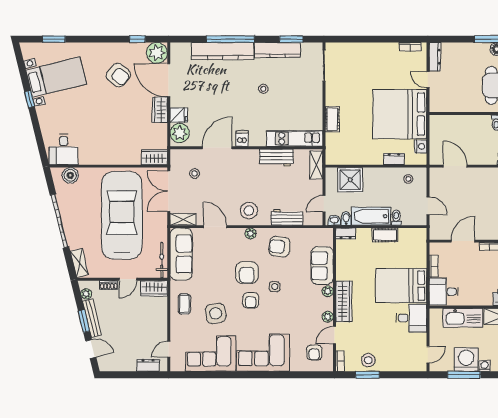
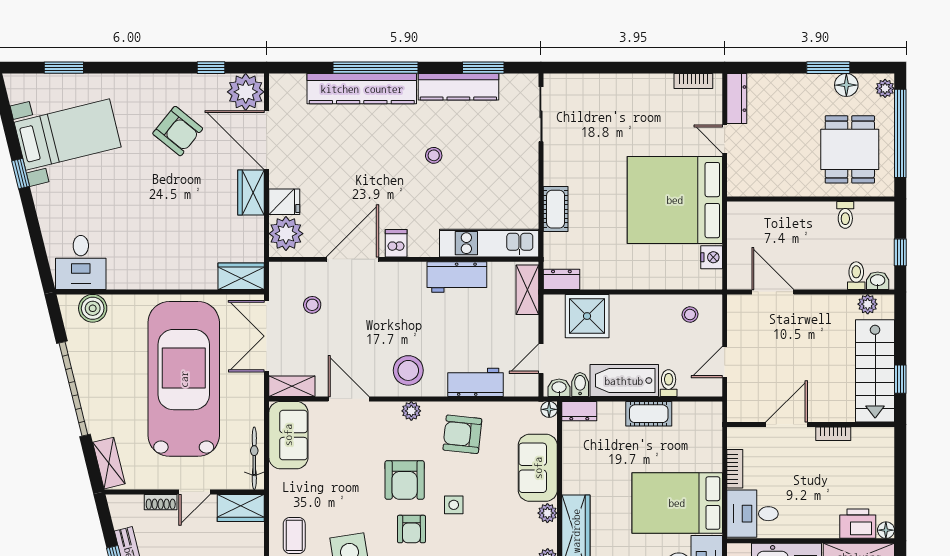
dresser: (394, 159) -> (561, 279), moved
door: (428, 206) -> (725, 362), swing flipped
floor lamp: (329, 233) -> (549, 409), added
sofa: (181, 254) -> (288, 435), width x0.73
plant: (86, 294) -> (121, 518), removed

